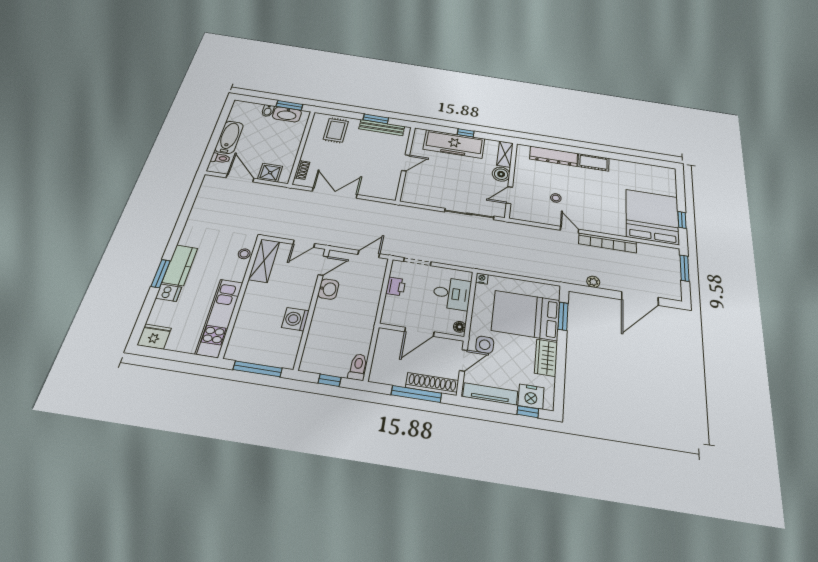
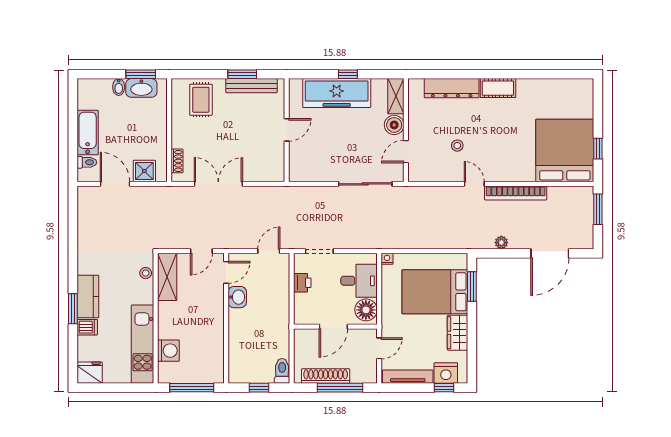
washing machine: (295, 319) -> (168, 351), moved, turned 180
floor lamp: (460, 327) -> (366, 310), width x1.89, depth x1.89
side table: (485, 345) -> (398, 329), removed
shoe rack: (432, 384) -> (326, 376), moved

